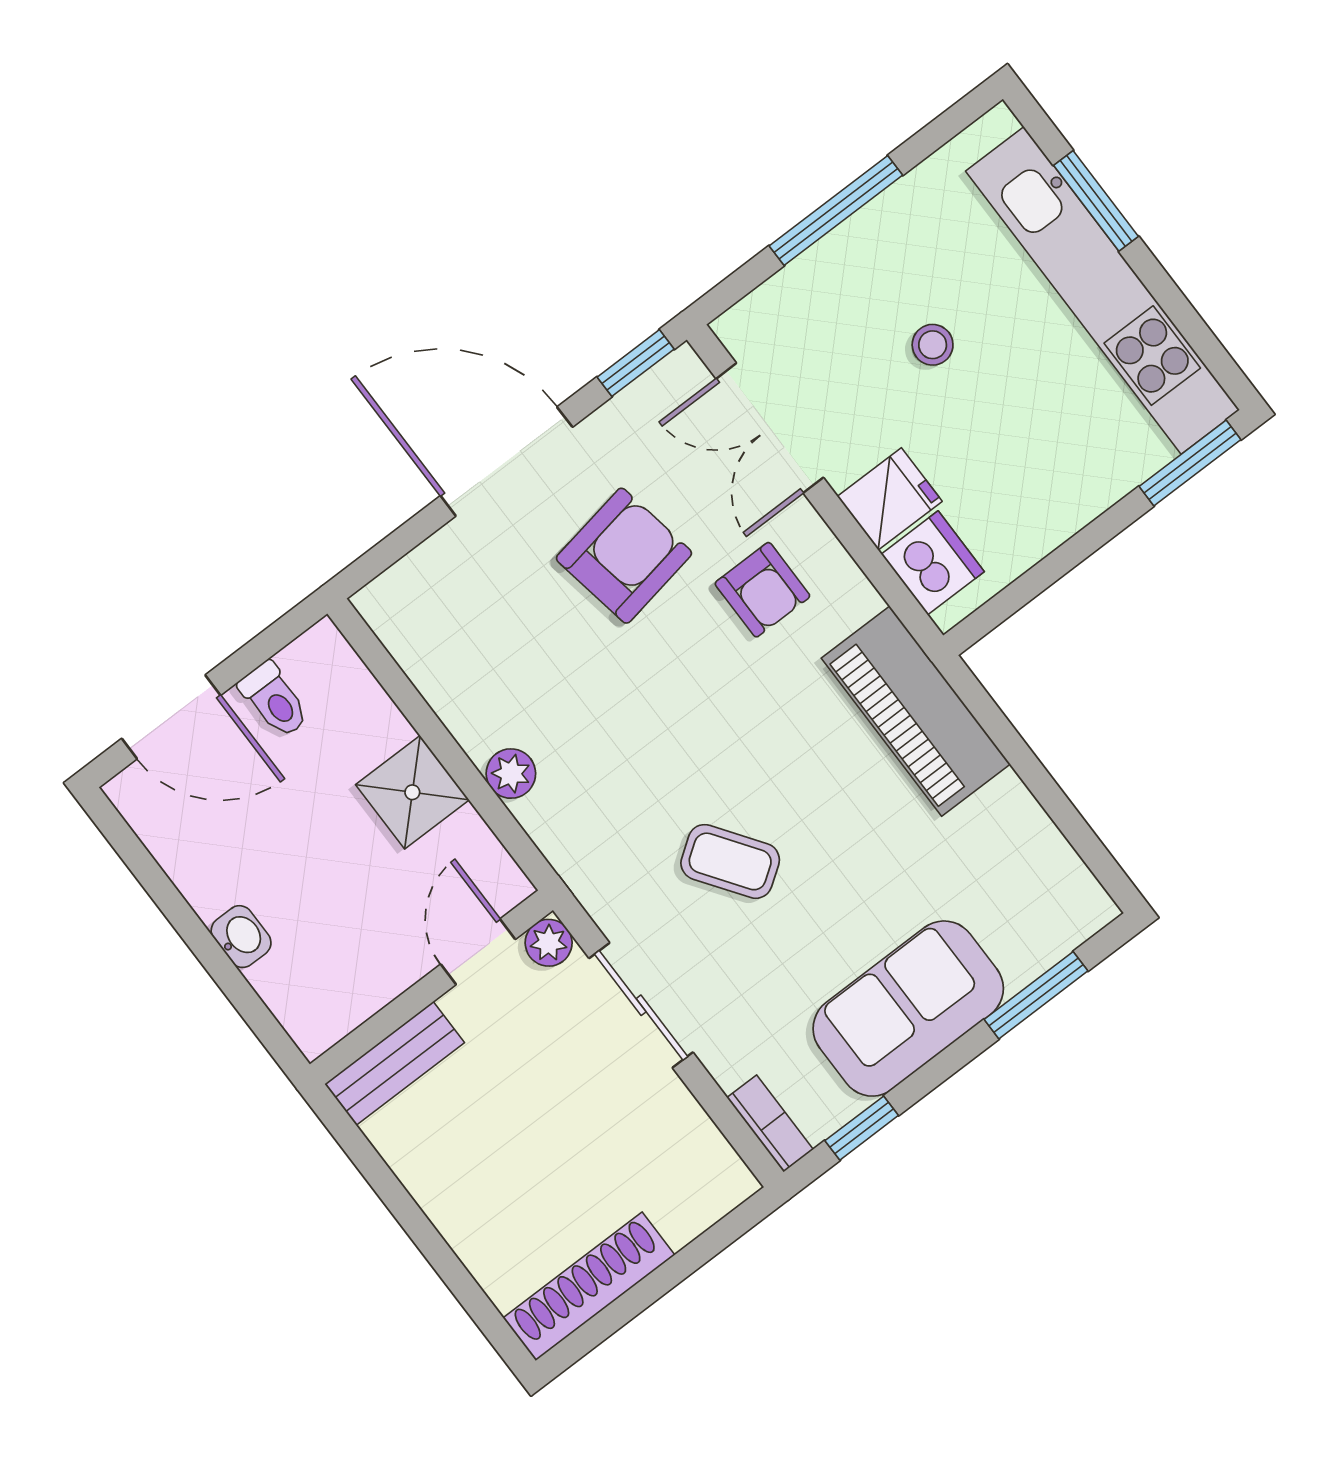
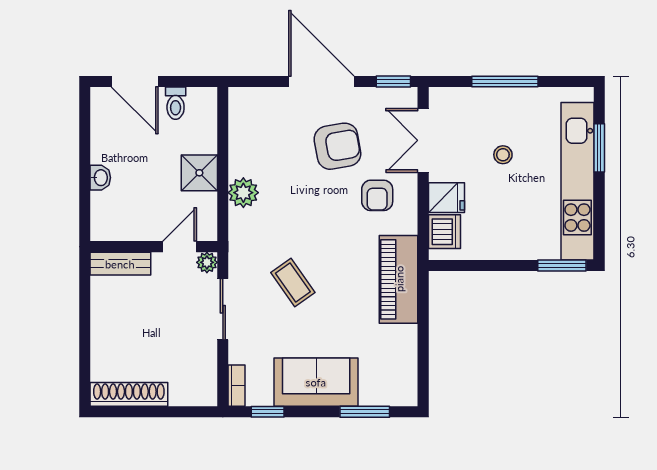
plant: (511, 774) -> (243, 193), width x1.38, depth x1.38

